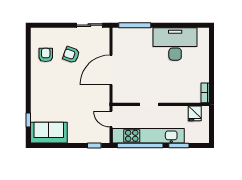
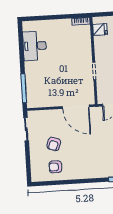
desk: (175, 44) -> (35, 46), width x0.73, depth x0.77
door: (111, 70) -> (76, 107), moved

